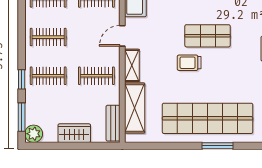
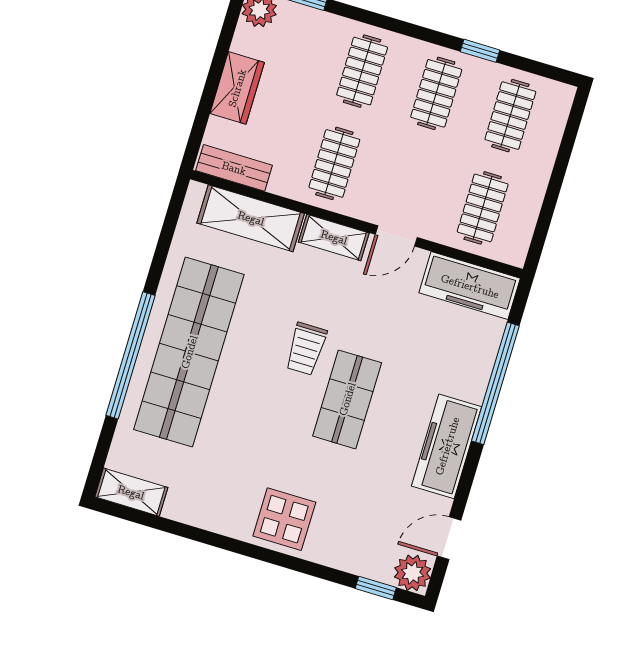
door: (122, 36) -> (396, 236), swing flipped
trolley: (189, 63) -> (306, 349), turned 180
window: (22, 79) -> (480, 51), moved
window: (218, 146) -> (131, 355), width x2.11

